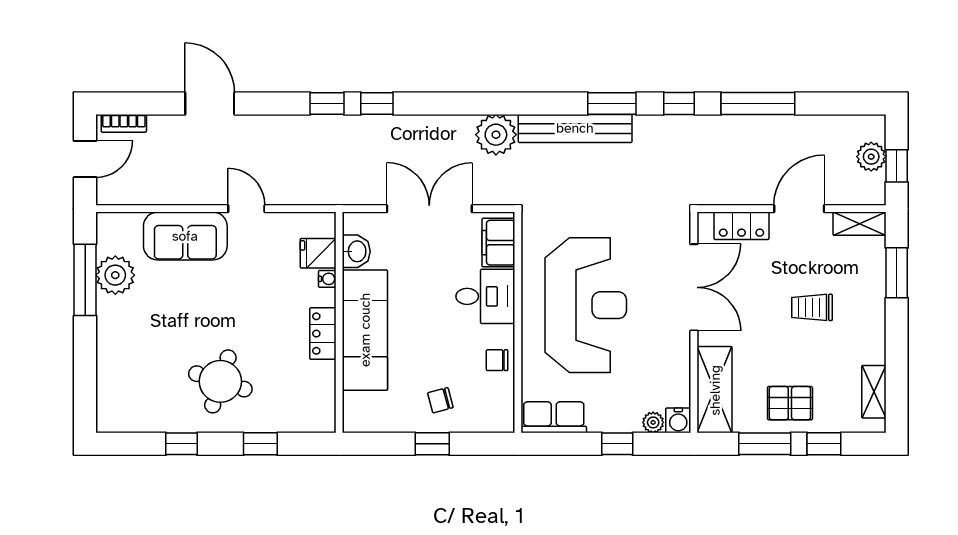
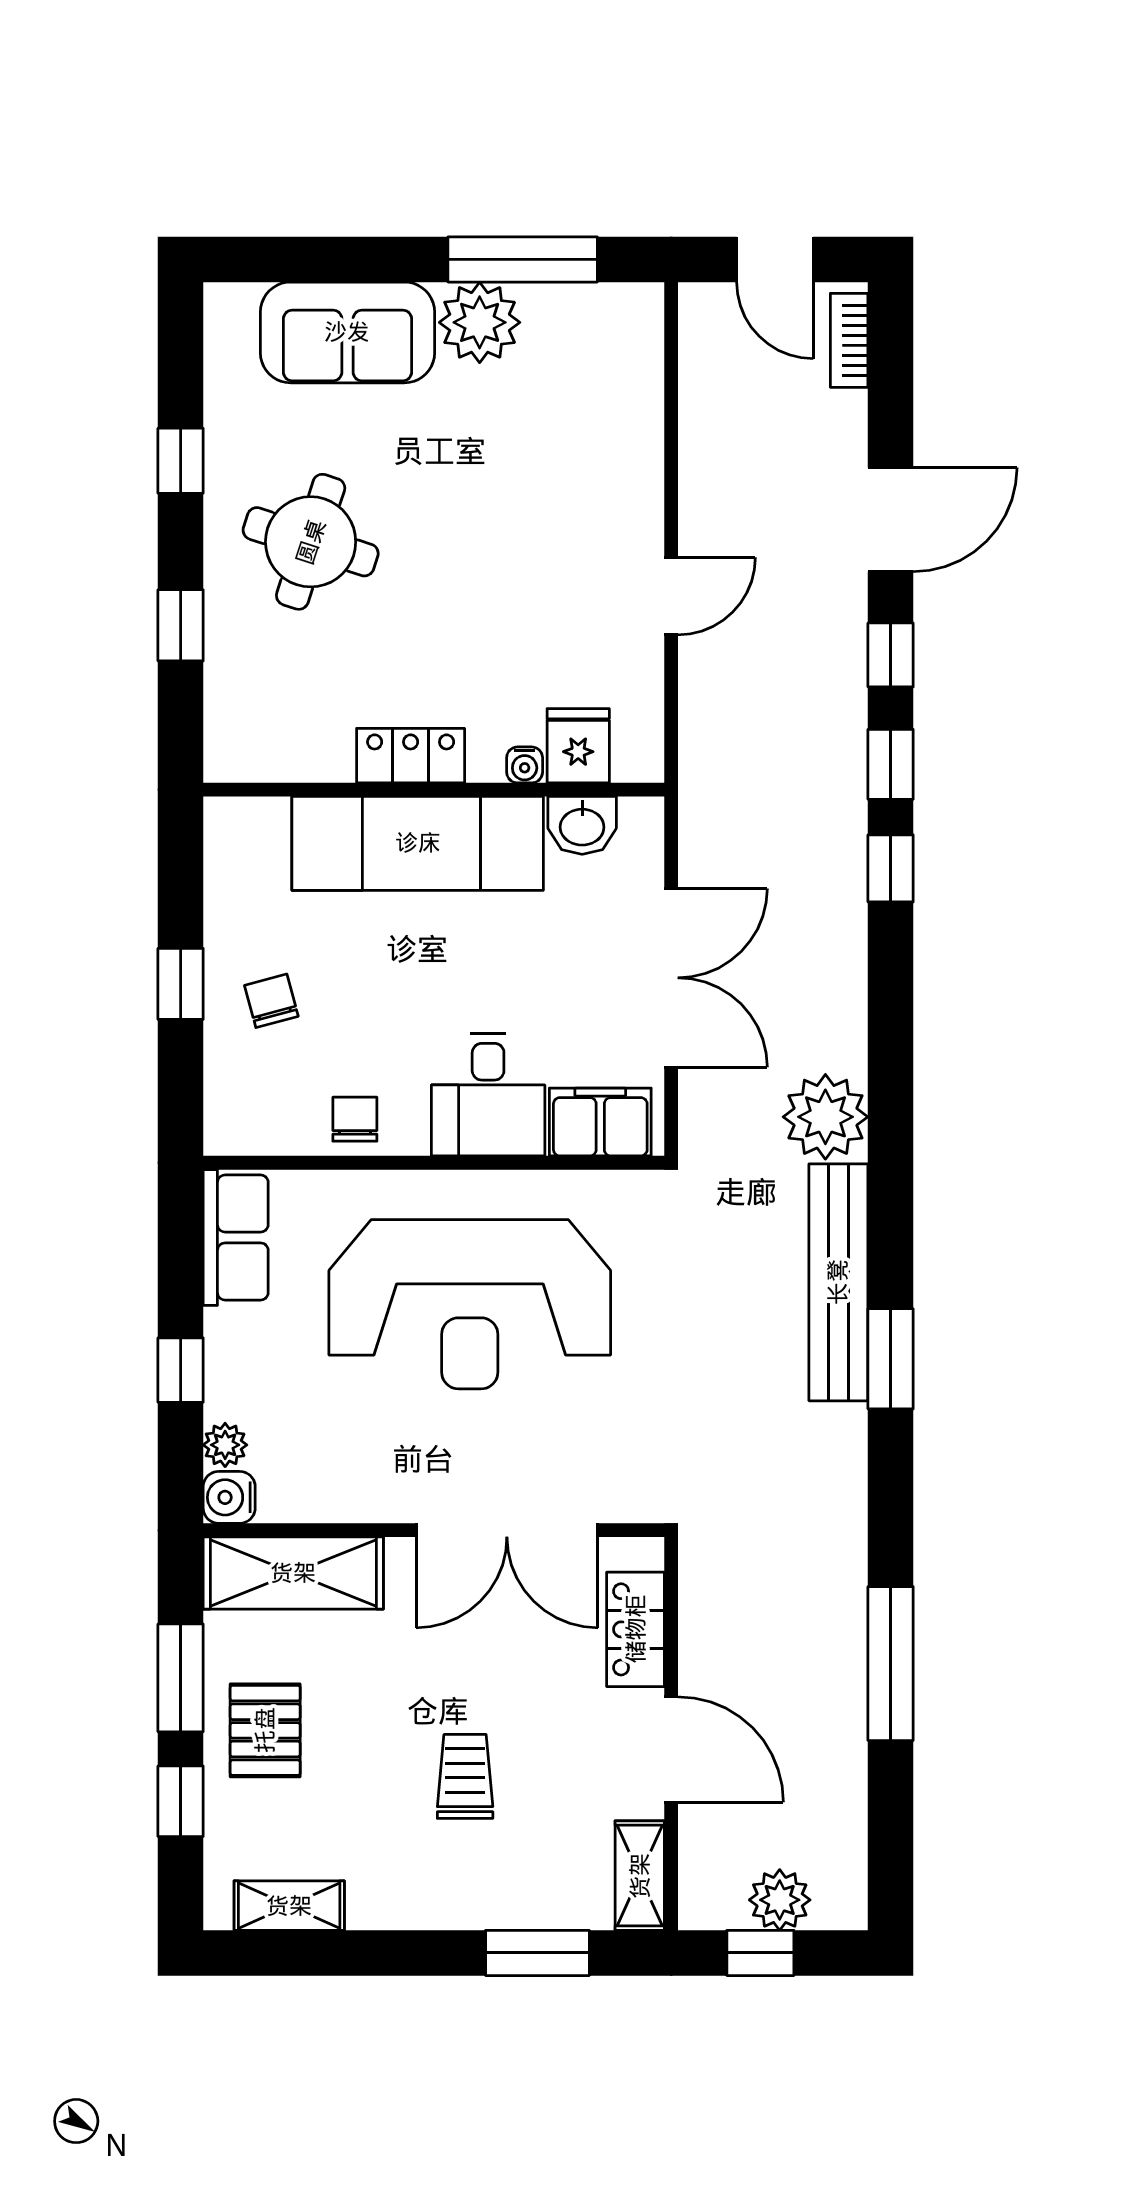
window: (679, 104) -> (891, 655), moved
sofa: (185, 236) -> (347, 332), moved, turned -90
plant: (115, 275) -> (480, 322), moved

